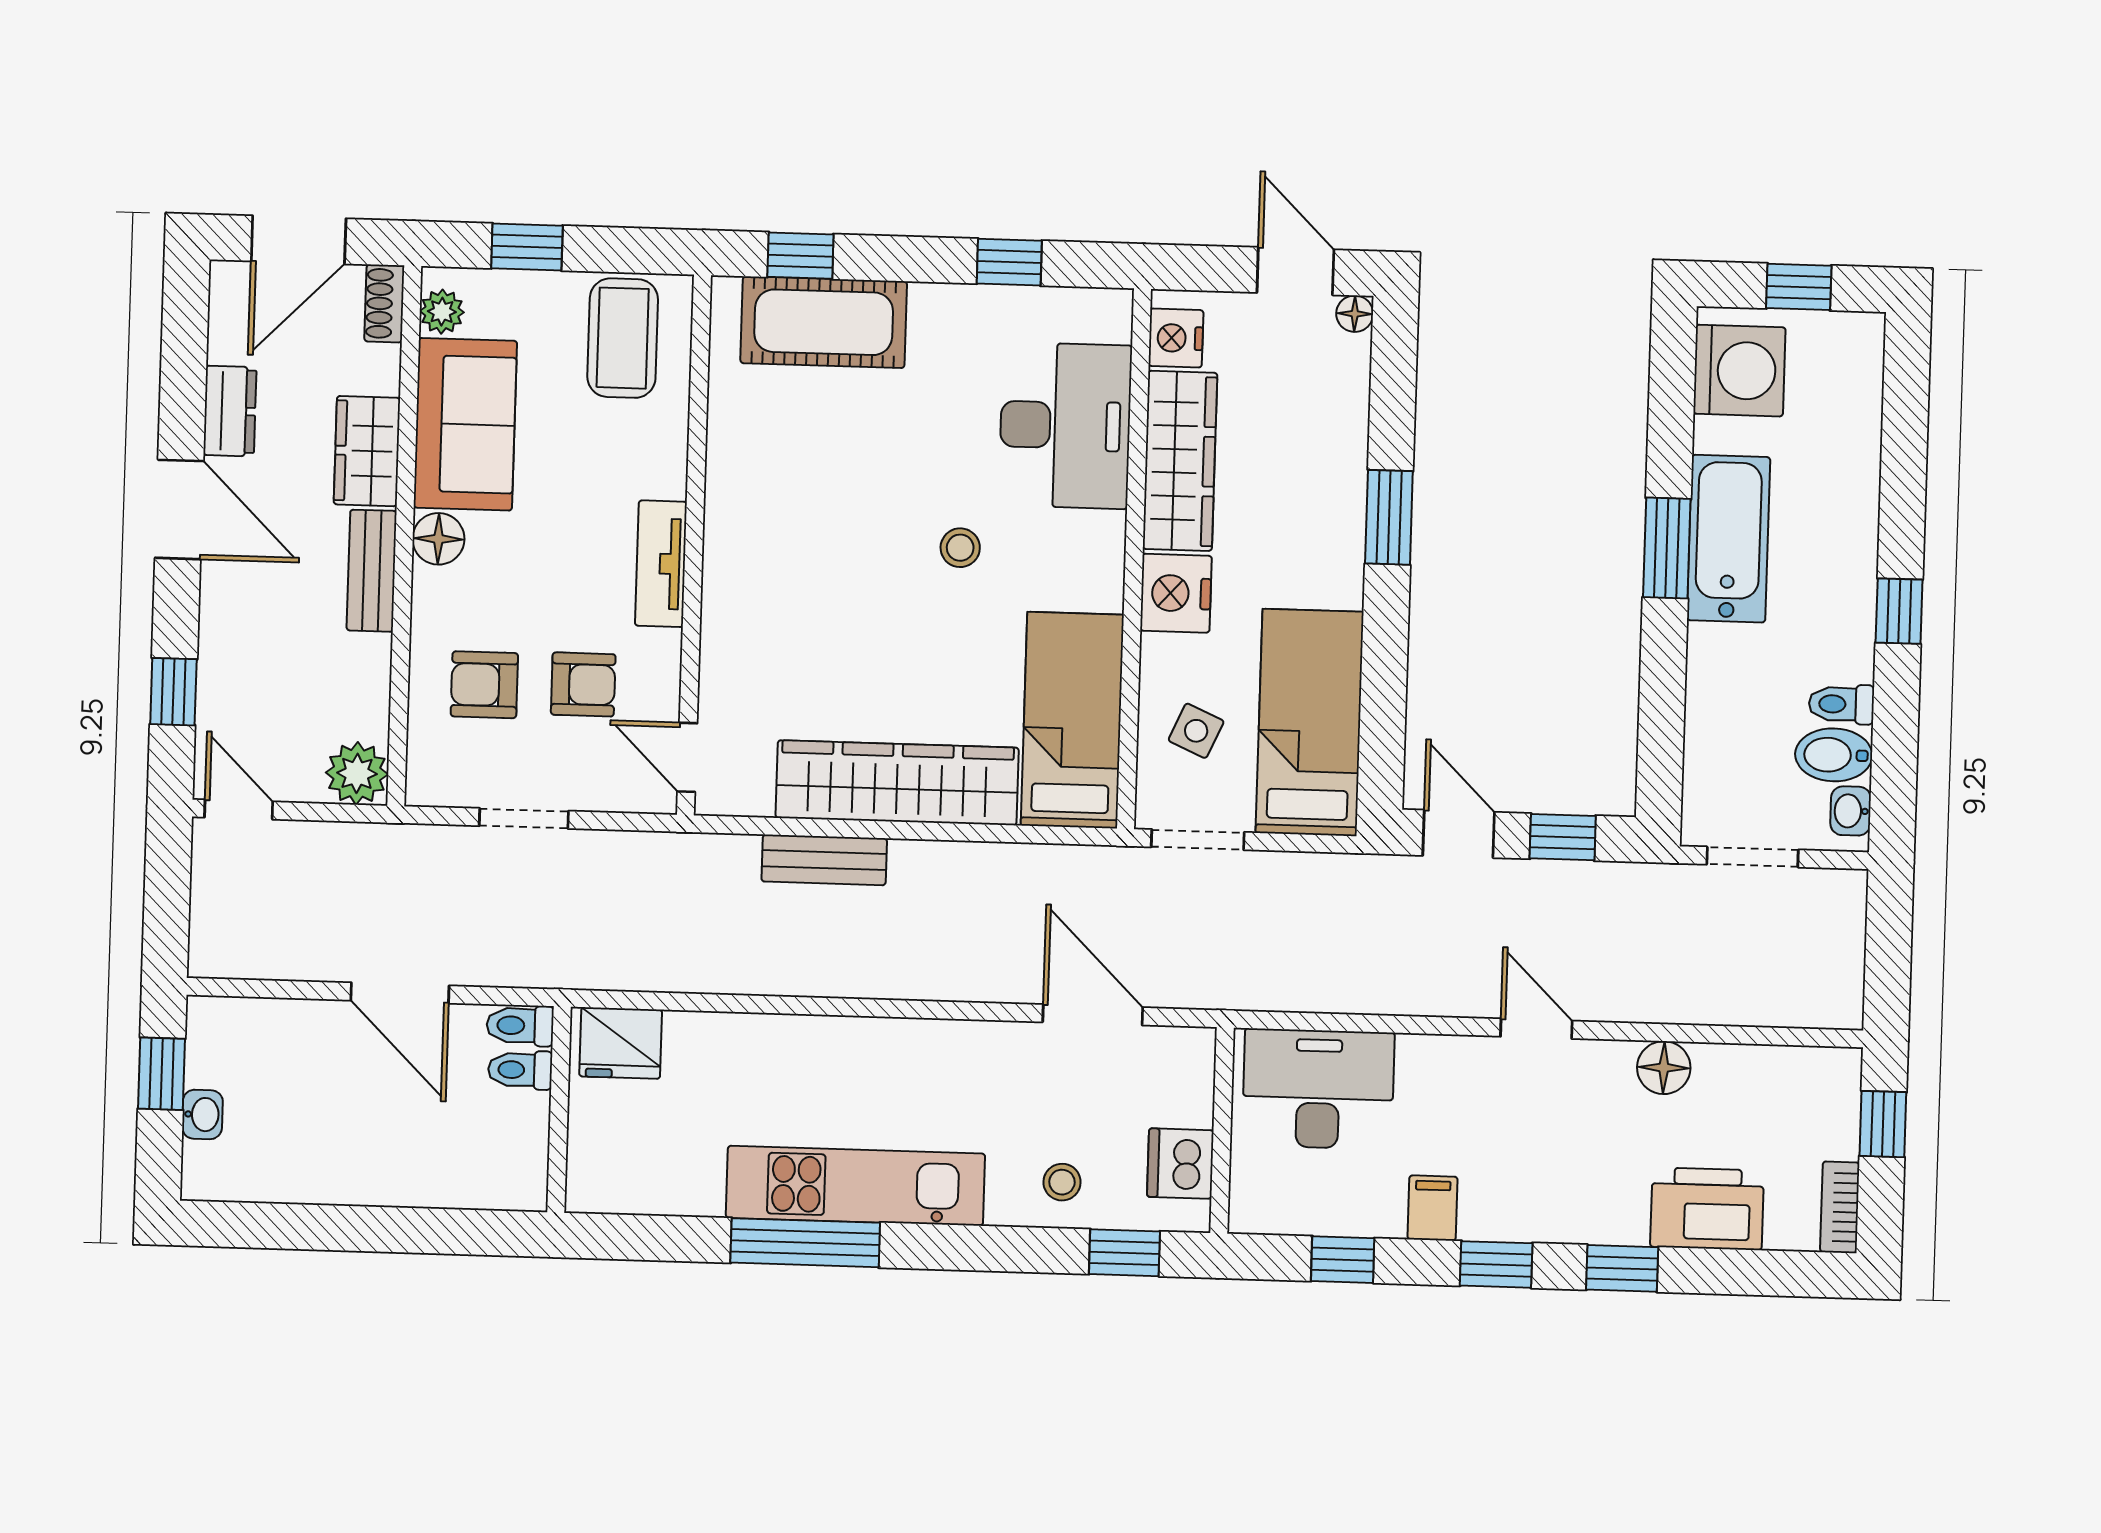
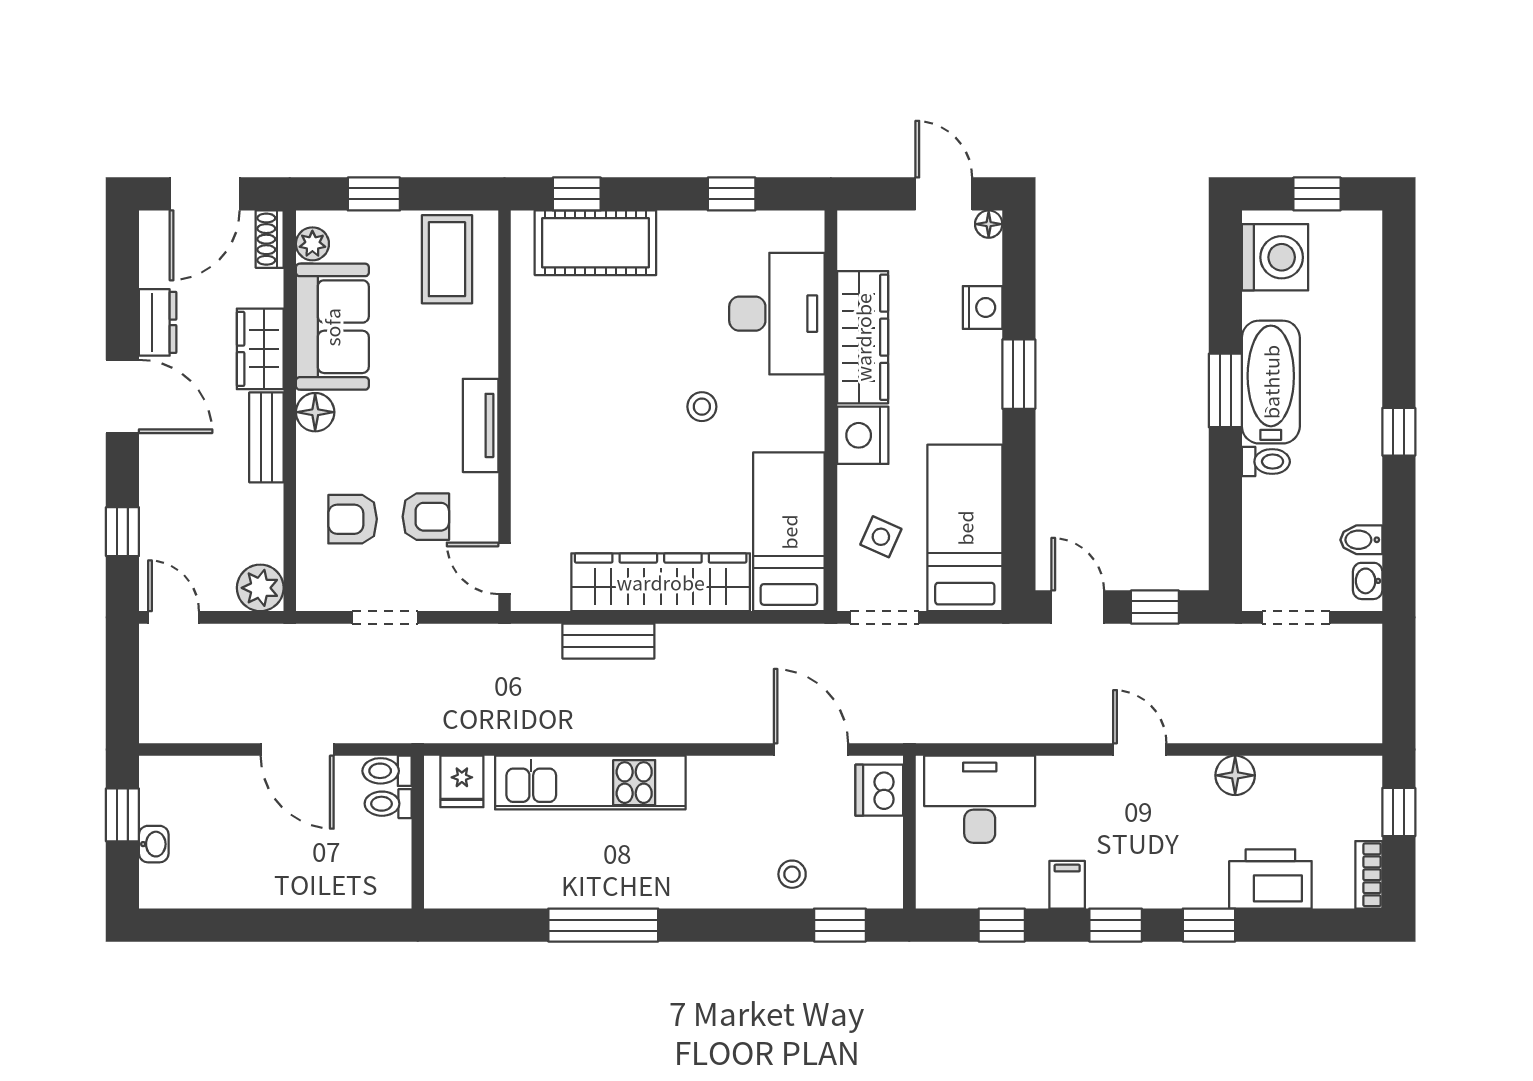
nightstand: (1176, 338) -> (983, 307), moved, turned 180
toilet: (1841, 704) -> (1266, 462), moved, turned 180
bidet: (1834, 755) -> (1361, 540), width x0.72, depth x0.74
fridge: (621, 1043) -> (462, 781), width x0.72
dishwasher: (1180, 1164) -> (879, 790), moved
kitchen unit: (855, 1186) -> (590, 783), moved, turned 180

